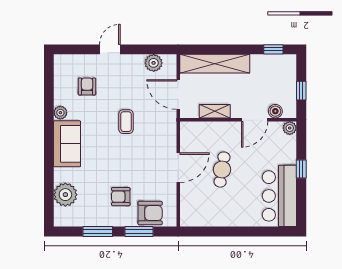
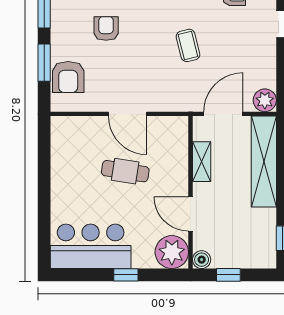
plant: (154, 63) -> (265, 100), moved
boiler: (275, 111) -> (202, 260), moved
coffee table: (126, 122) -> (188, 45), turned 76
plant: (290, 128) -> (172, 252), width x1.88, depth x1.88
armchair: (121, 197) -> (106, 29), moved

